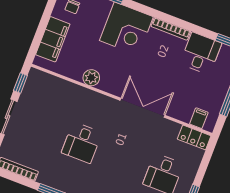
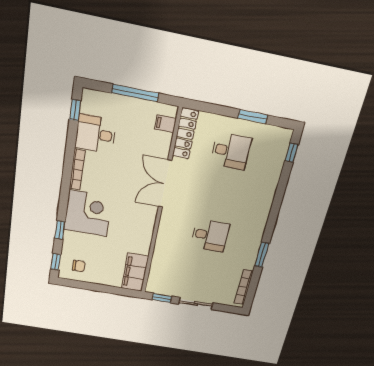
filing cabinet: (53, 39) -> (135, 272), moved, turned -90
plant: (91, 78) -> (144, 238), removed
locker: (194, 137) -> (185, 134), width x1.53

